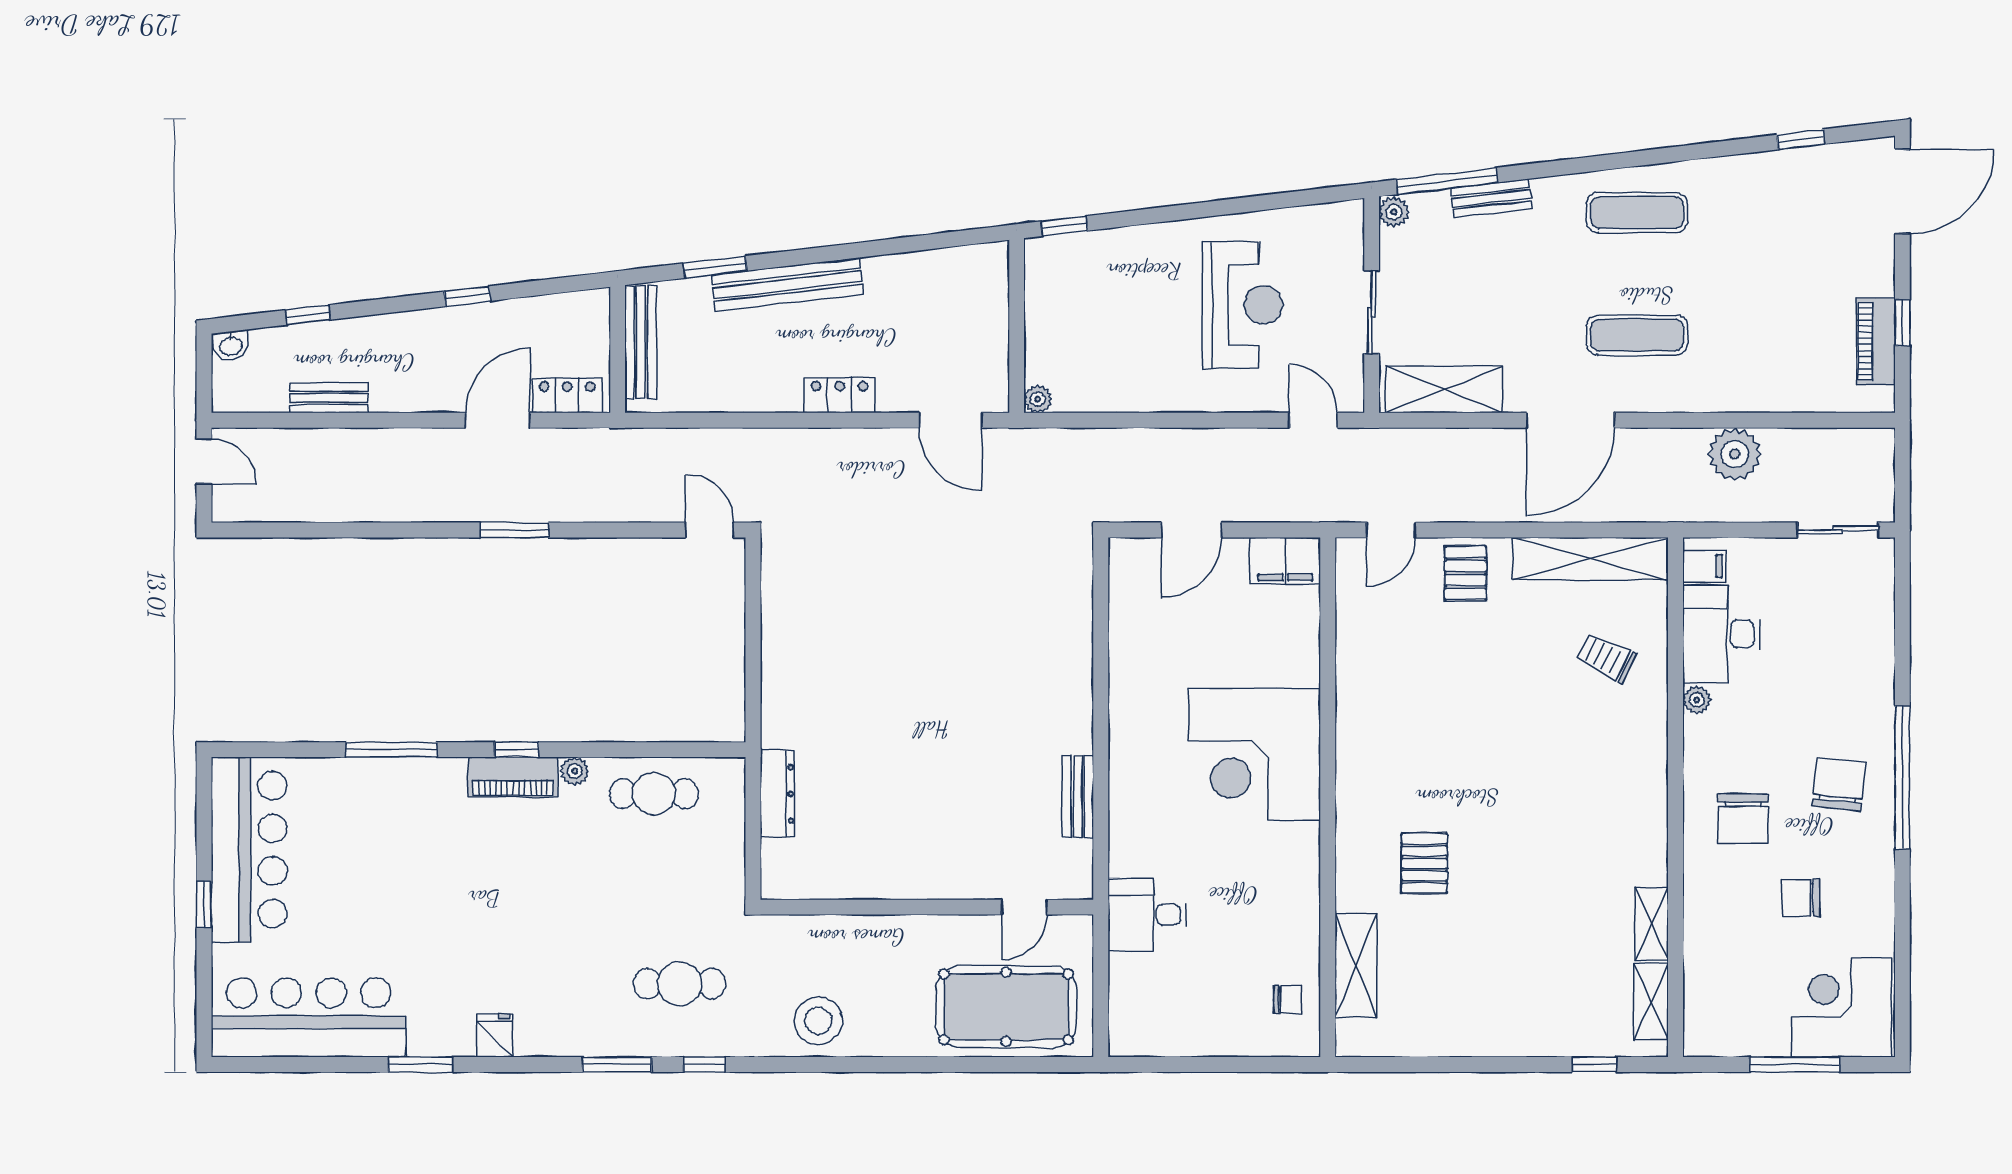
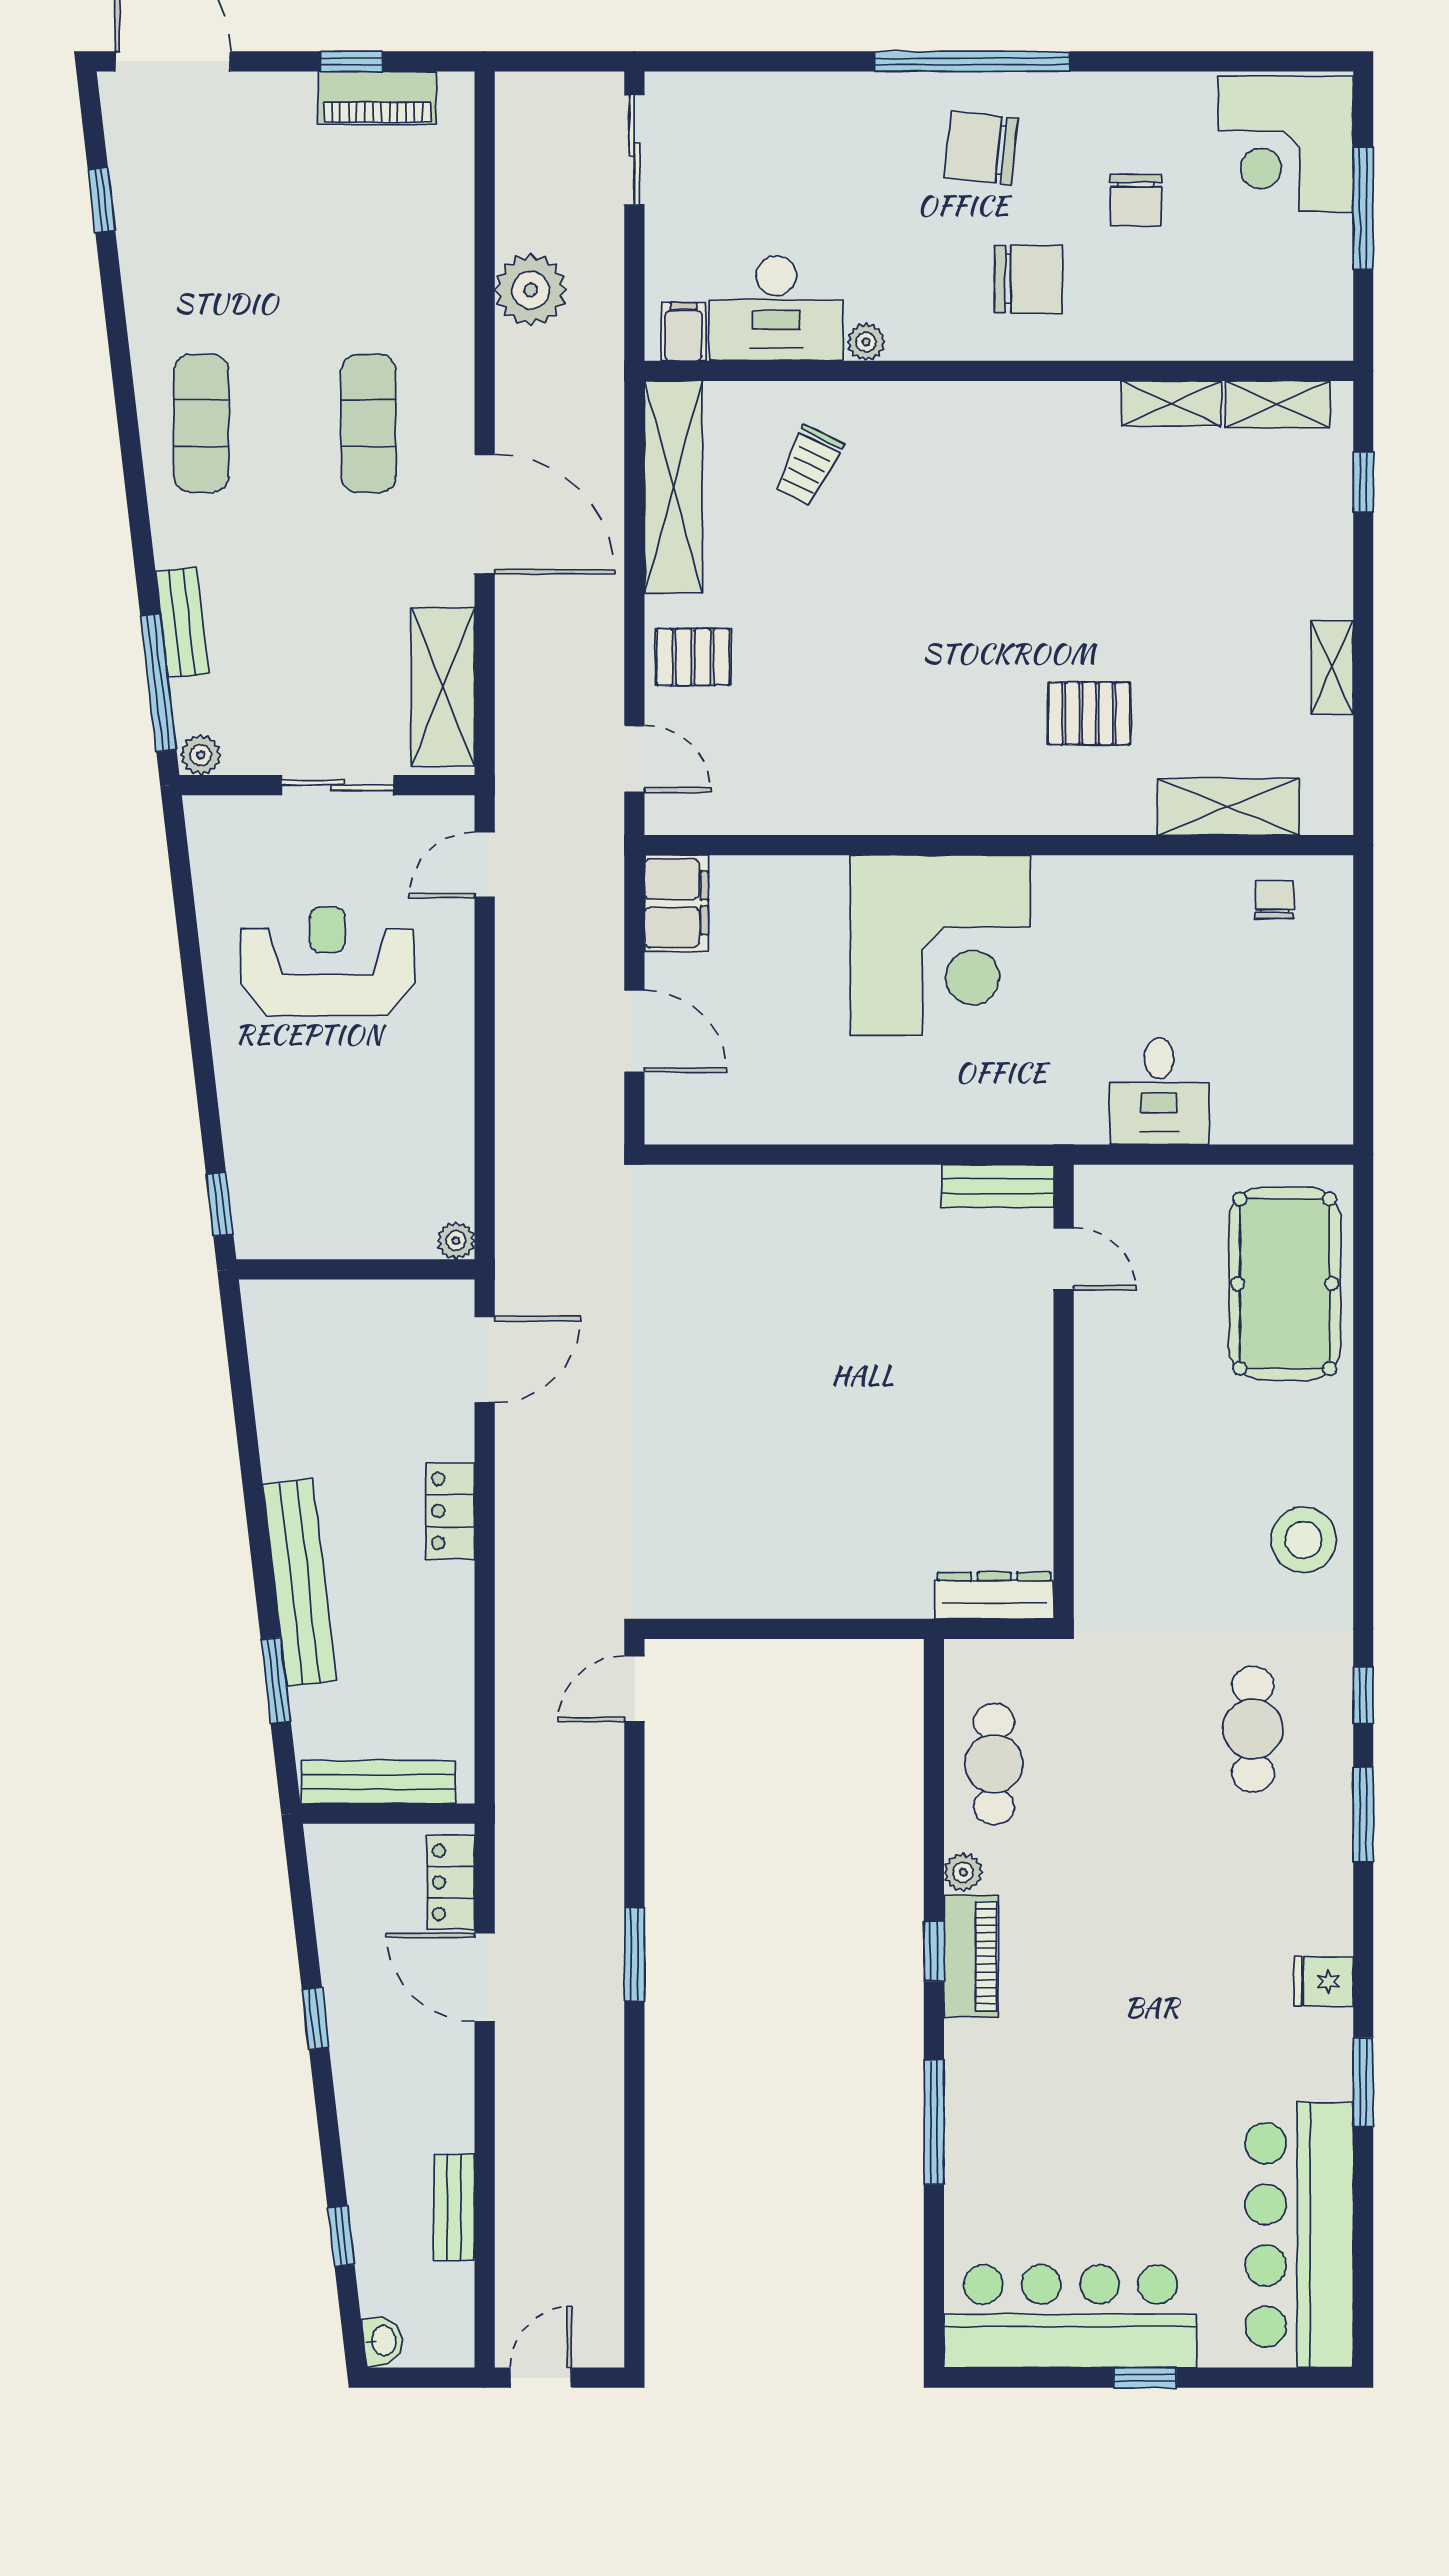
wall: (927, 907) -> (1064, 1392), moved
door: (1024, 907) -> (1064, 1259), moved
shelving: (1458, 1042) -> (1332, 668), added

